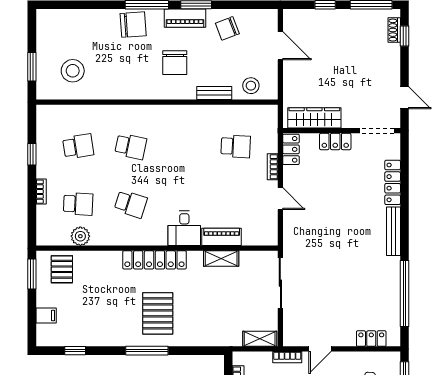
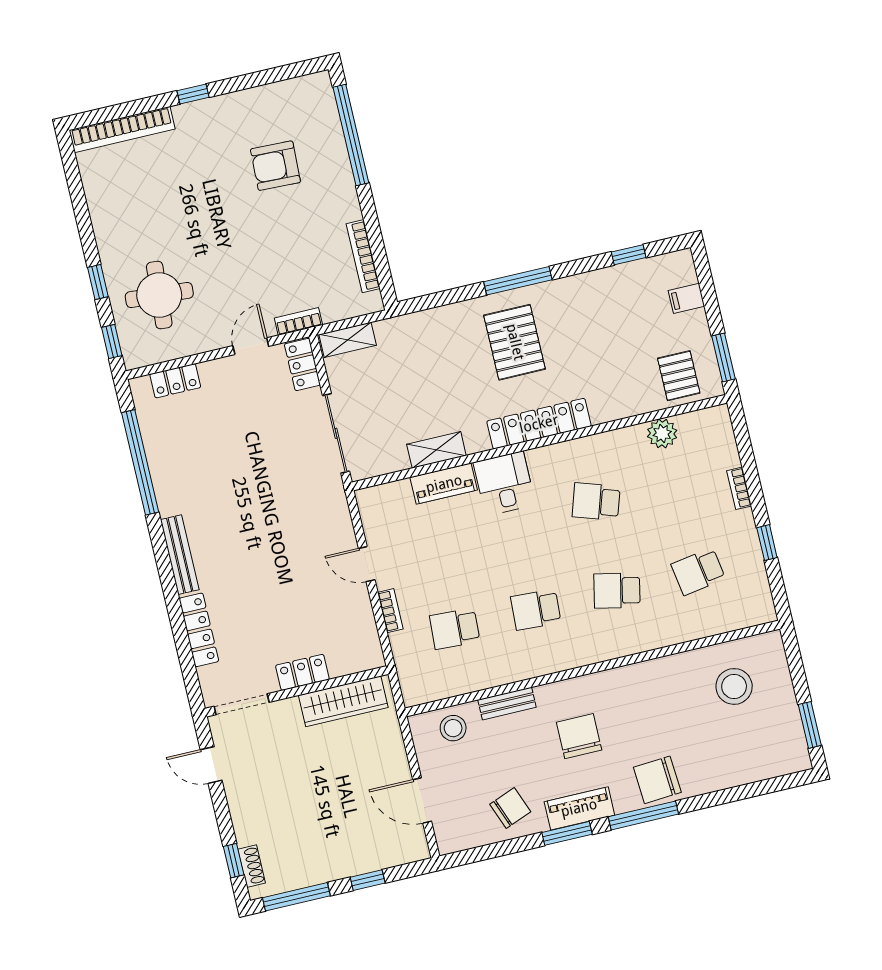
window: (32, 67) -> (810, 725), moved
locker: (291, 149) -> (302, 364), moved
school desk: (78, 204) -> (536, 610), moved

